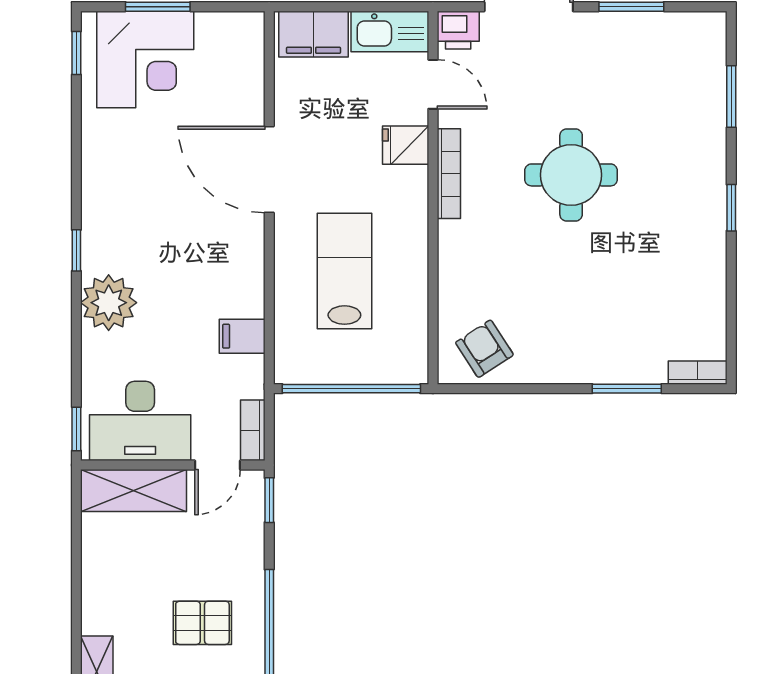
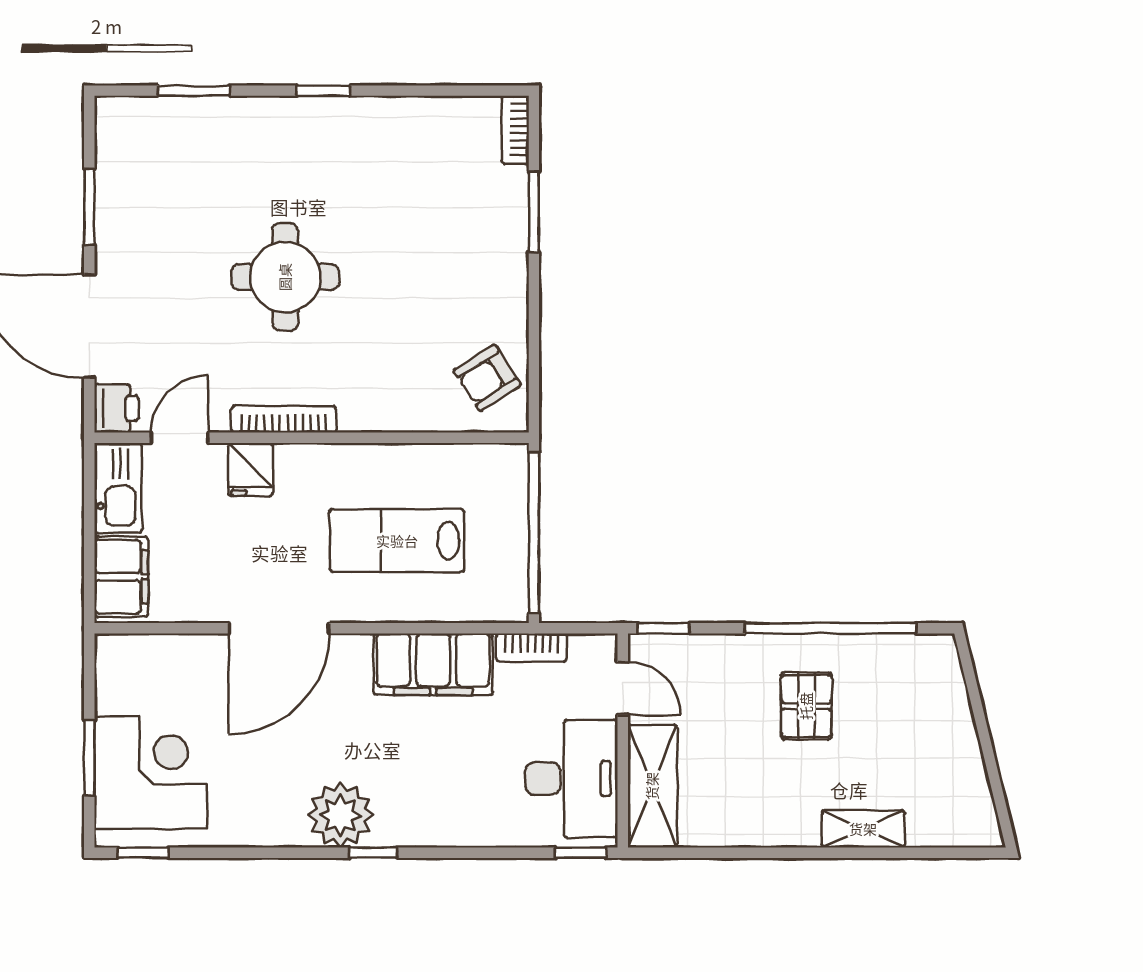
plant: (109, 303) -> (340, 815), moved
filing cabinet: (242, 336) -> (433, 664), width x3.00, depth x1.17
bookcase: (253, 430) -> (531, 648), moved

